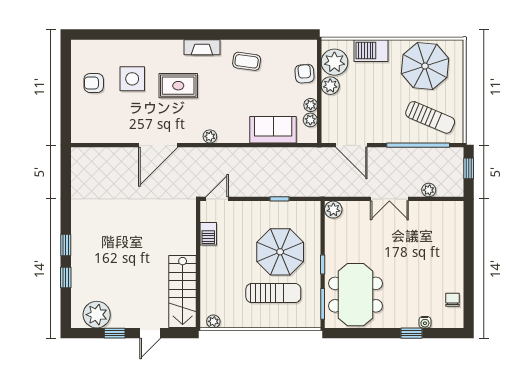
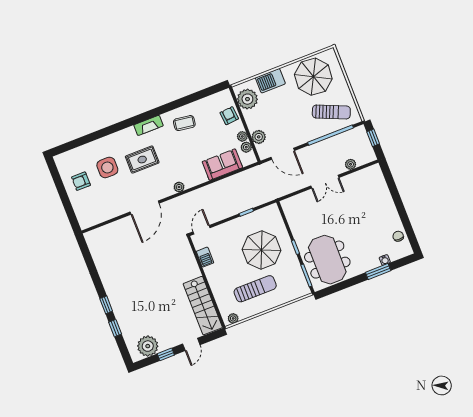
plant: (330, 86) -> (259, 137), moved
plant: (333, 210) -> (288, 205), removed
sun lounger: (273, 293) -> (255, 289), moved
window: (411, 333) -> (378, 272), width x1.50

